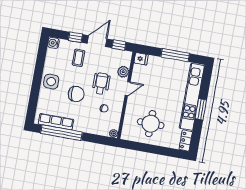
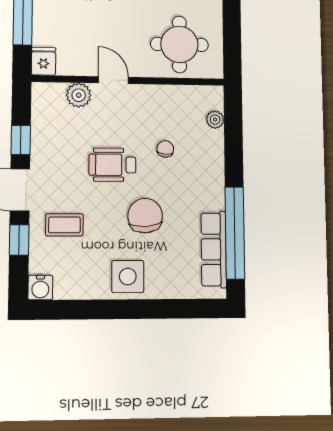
fridge: (141, 59) -> (44, 61), moved
plant: (123, 72) -> (79, 95), moved
door: (128, 89) -> (113, 80), moved
wall: (126, 95) -> (129, 80), moved

